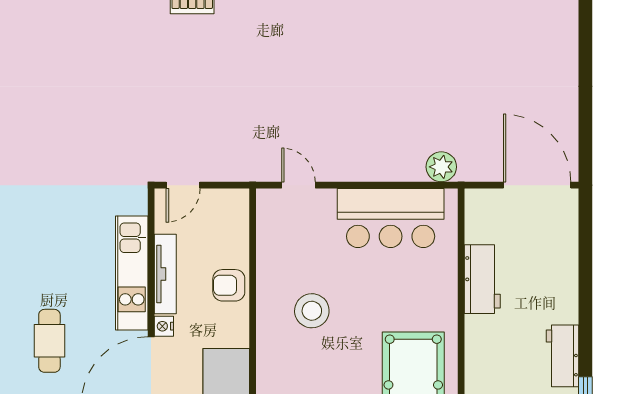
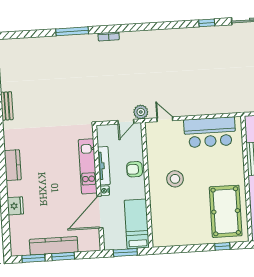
plant: (441, 167) -> (141, 112), moved
door: (183, 185) -> (126, 122), moved
cafe table: (49, 341) -> (50, 201), removed

